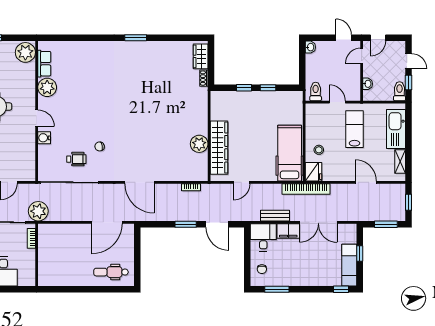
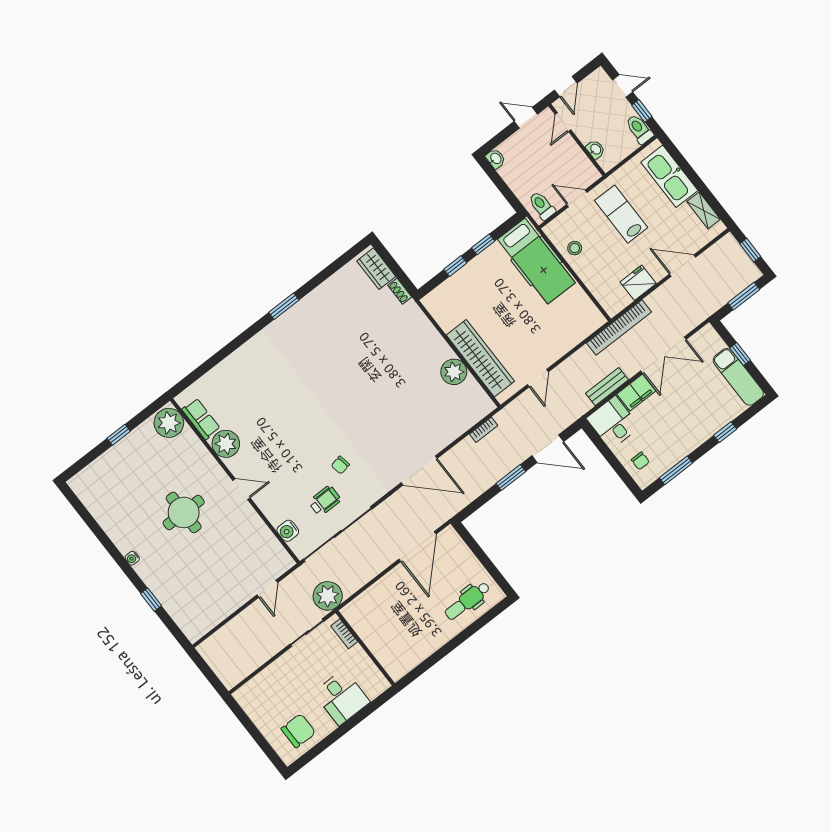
water cooler: (44, 138) -> (288, 531), moved
stool: (319, 150) -> (575, 248), moved
hospital bed: (290, 153) -> (536, 261), moved, turned 180
fridge: (313, 172) -> (638, 283), moved, turned -90
window: (341, 289) -> (725, 432), moved

